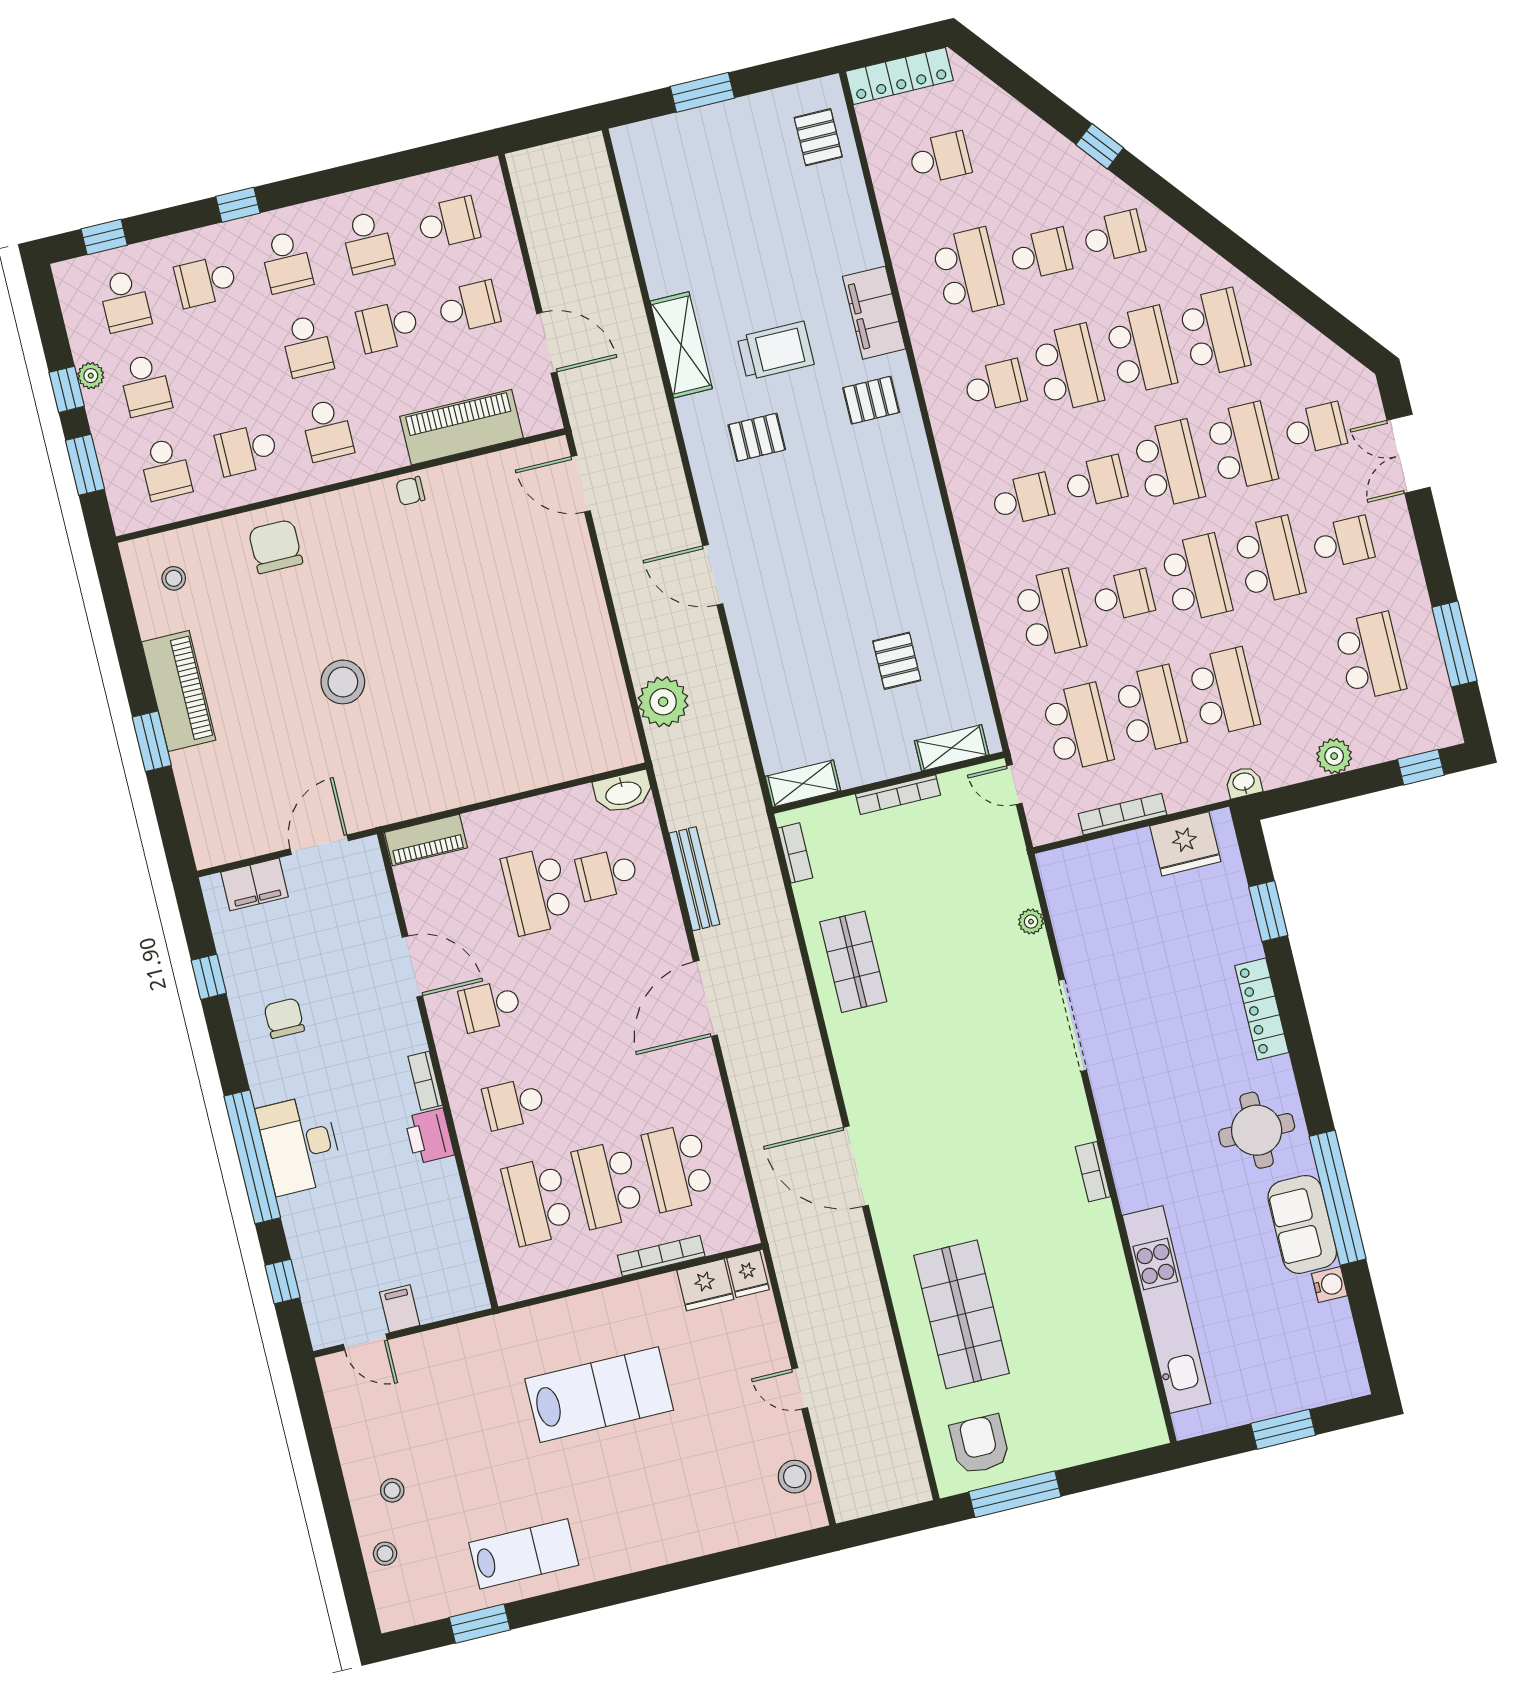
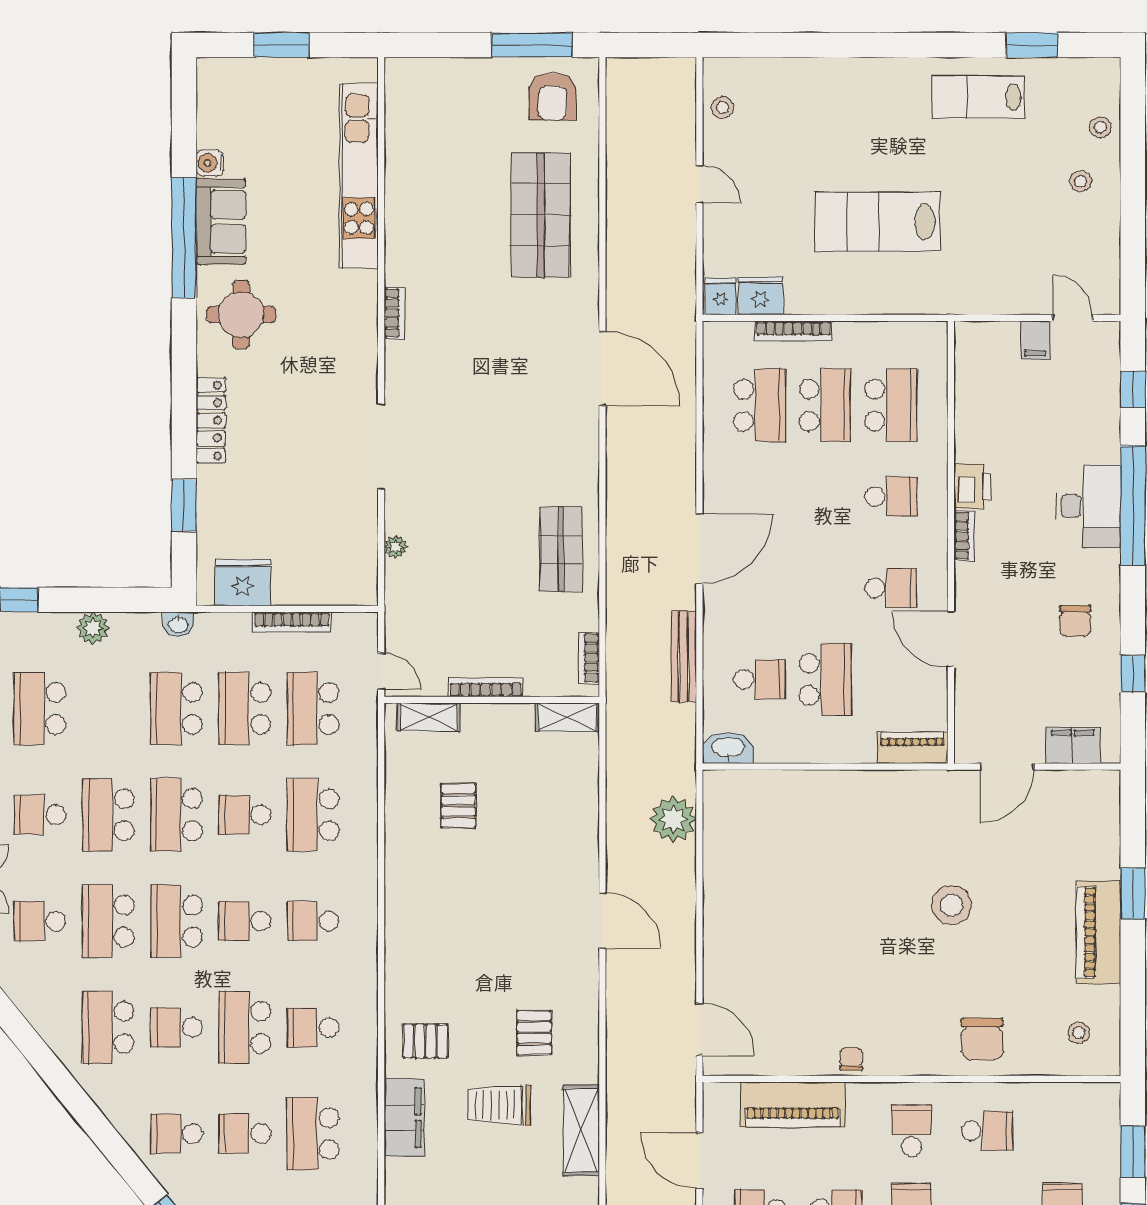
school desk: (1141, 350) -> (176, 1027), width x0.54
pallet: (757, 437) -> (534, 1033), turned 90
school desk: (166, 469) -> (1063, 1131), removed
chair: (410, 491) -> (851, 1059), turned -90
stool: (795, 1477) -> (723, 108), width x0.73, depth x0.73

